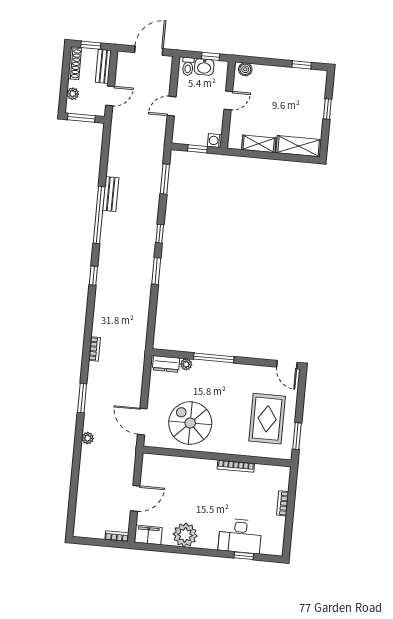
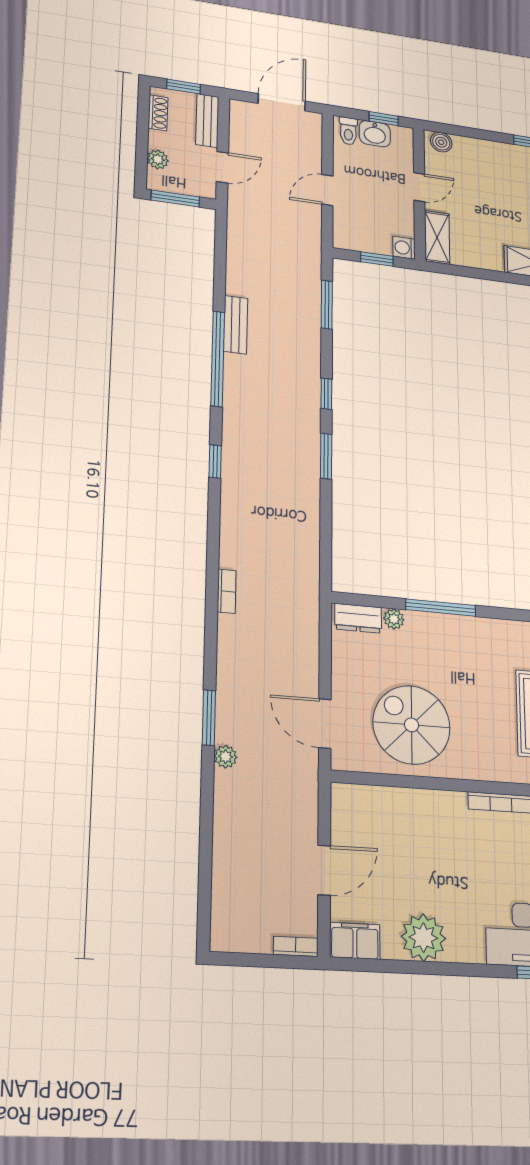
shoe rack: (75, 64) -> (158, 113), width x0.70
shelving: (259, 144) -> (437, 237), moved, turned 90
window: (82, 398) -> (209, 718), moved

